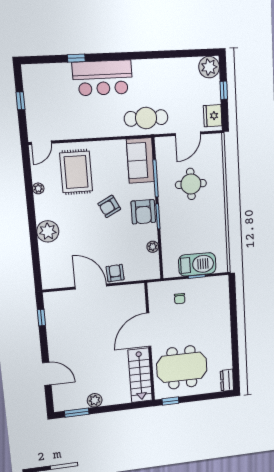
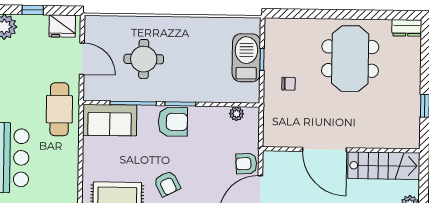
armchair: (109, 206) -> (167, 184), moved
plant: (153, 247) -> (237, 114), moved
door: (149, 330) -> (324, 150), moved
wall: (150, 342) -> (341, 150), moved
meeting table: (182, 367) -> (350, 59), moved
stairs: (140, 375) -> (384, 166), moved

